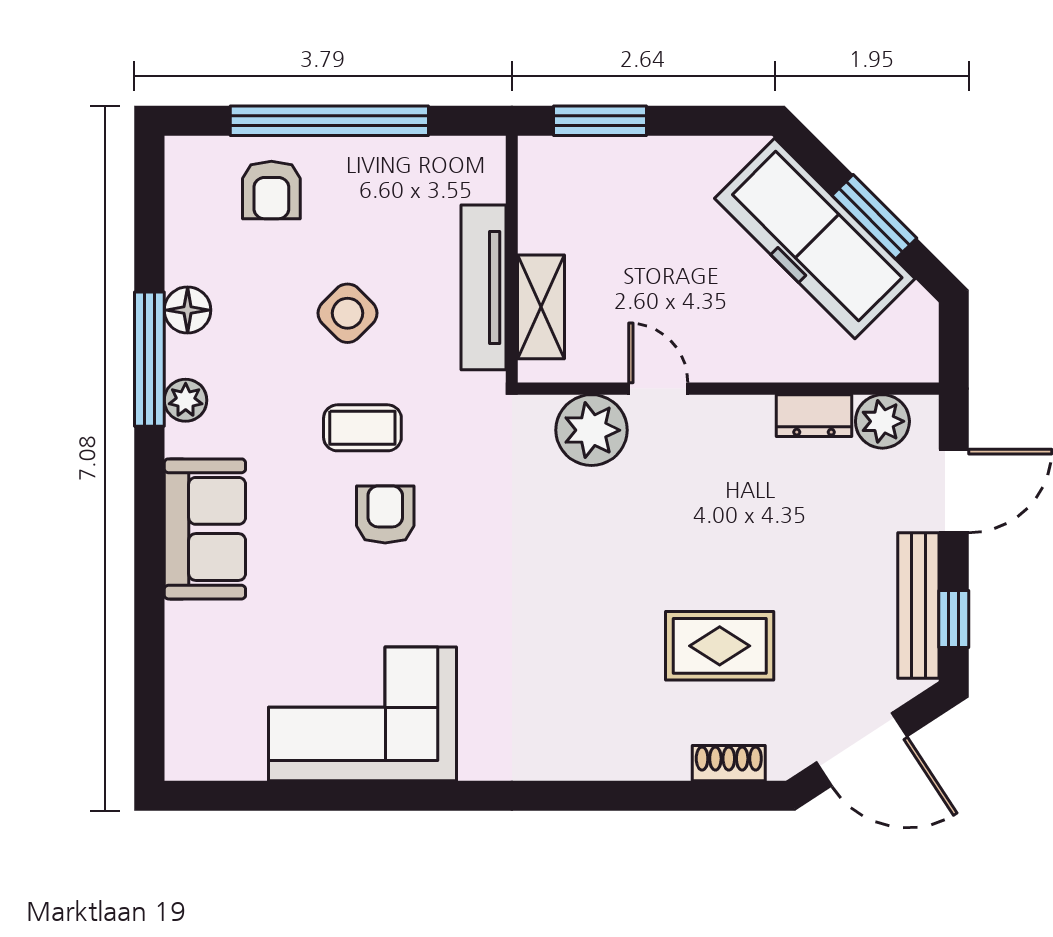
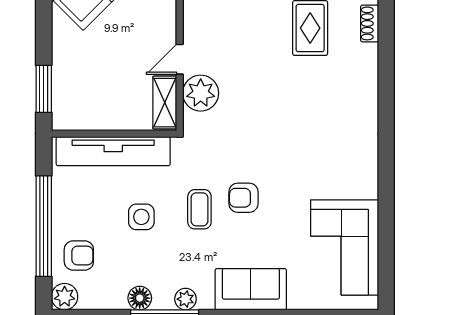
plant: (190, 162) -> (65, 297), added
tv unit: (483, 287) -> (113, 151), width x1.36, depth x1.29
shelving: (541, 307) -> (165, 103), moved, turned 90
side table: (348, 313) -> (141, 217), turned 45
corner sofa: (363, 714) -> (345, 247), moved

